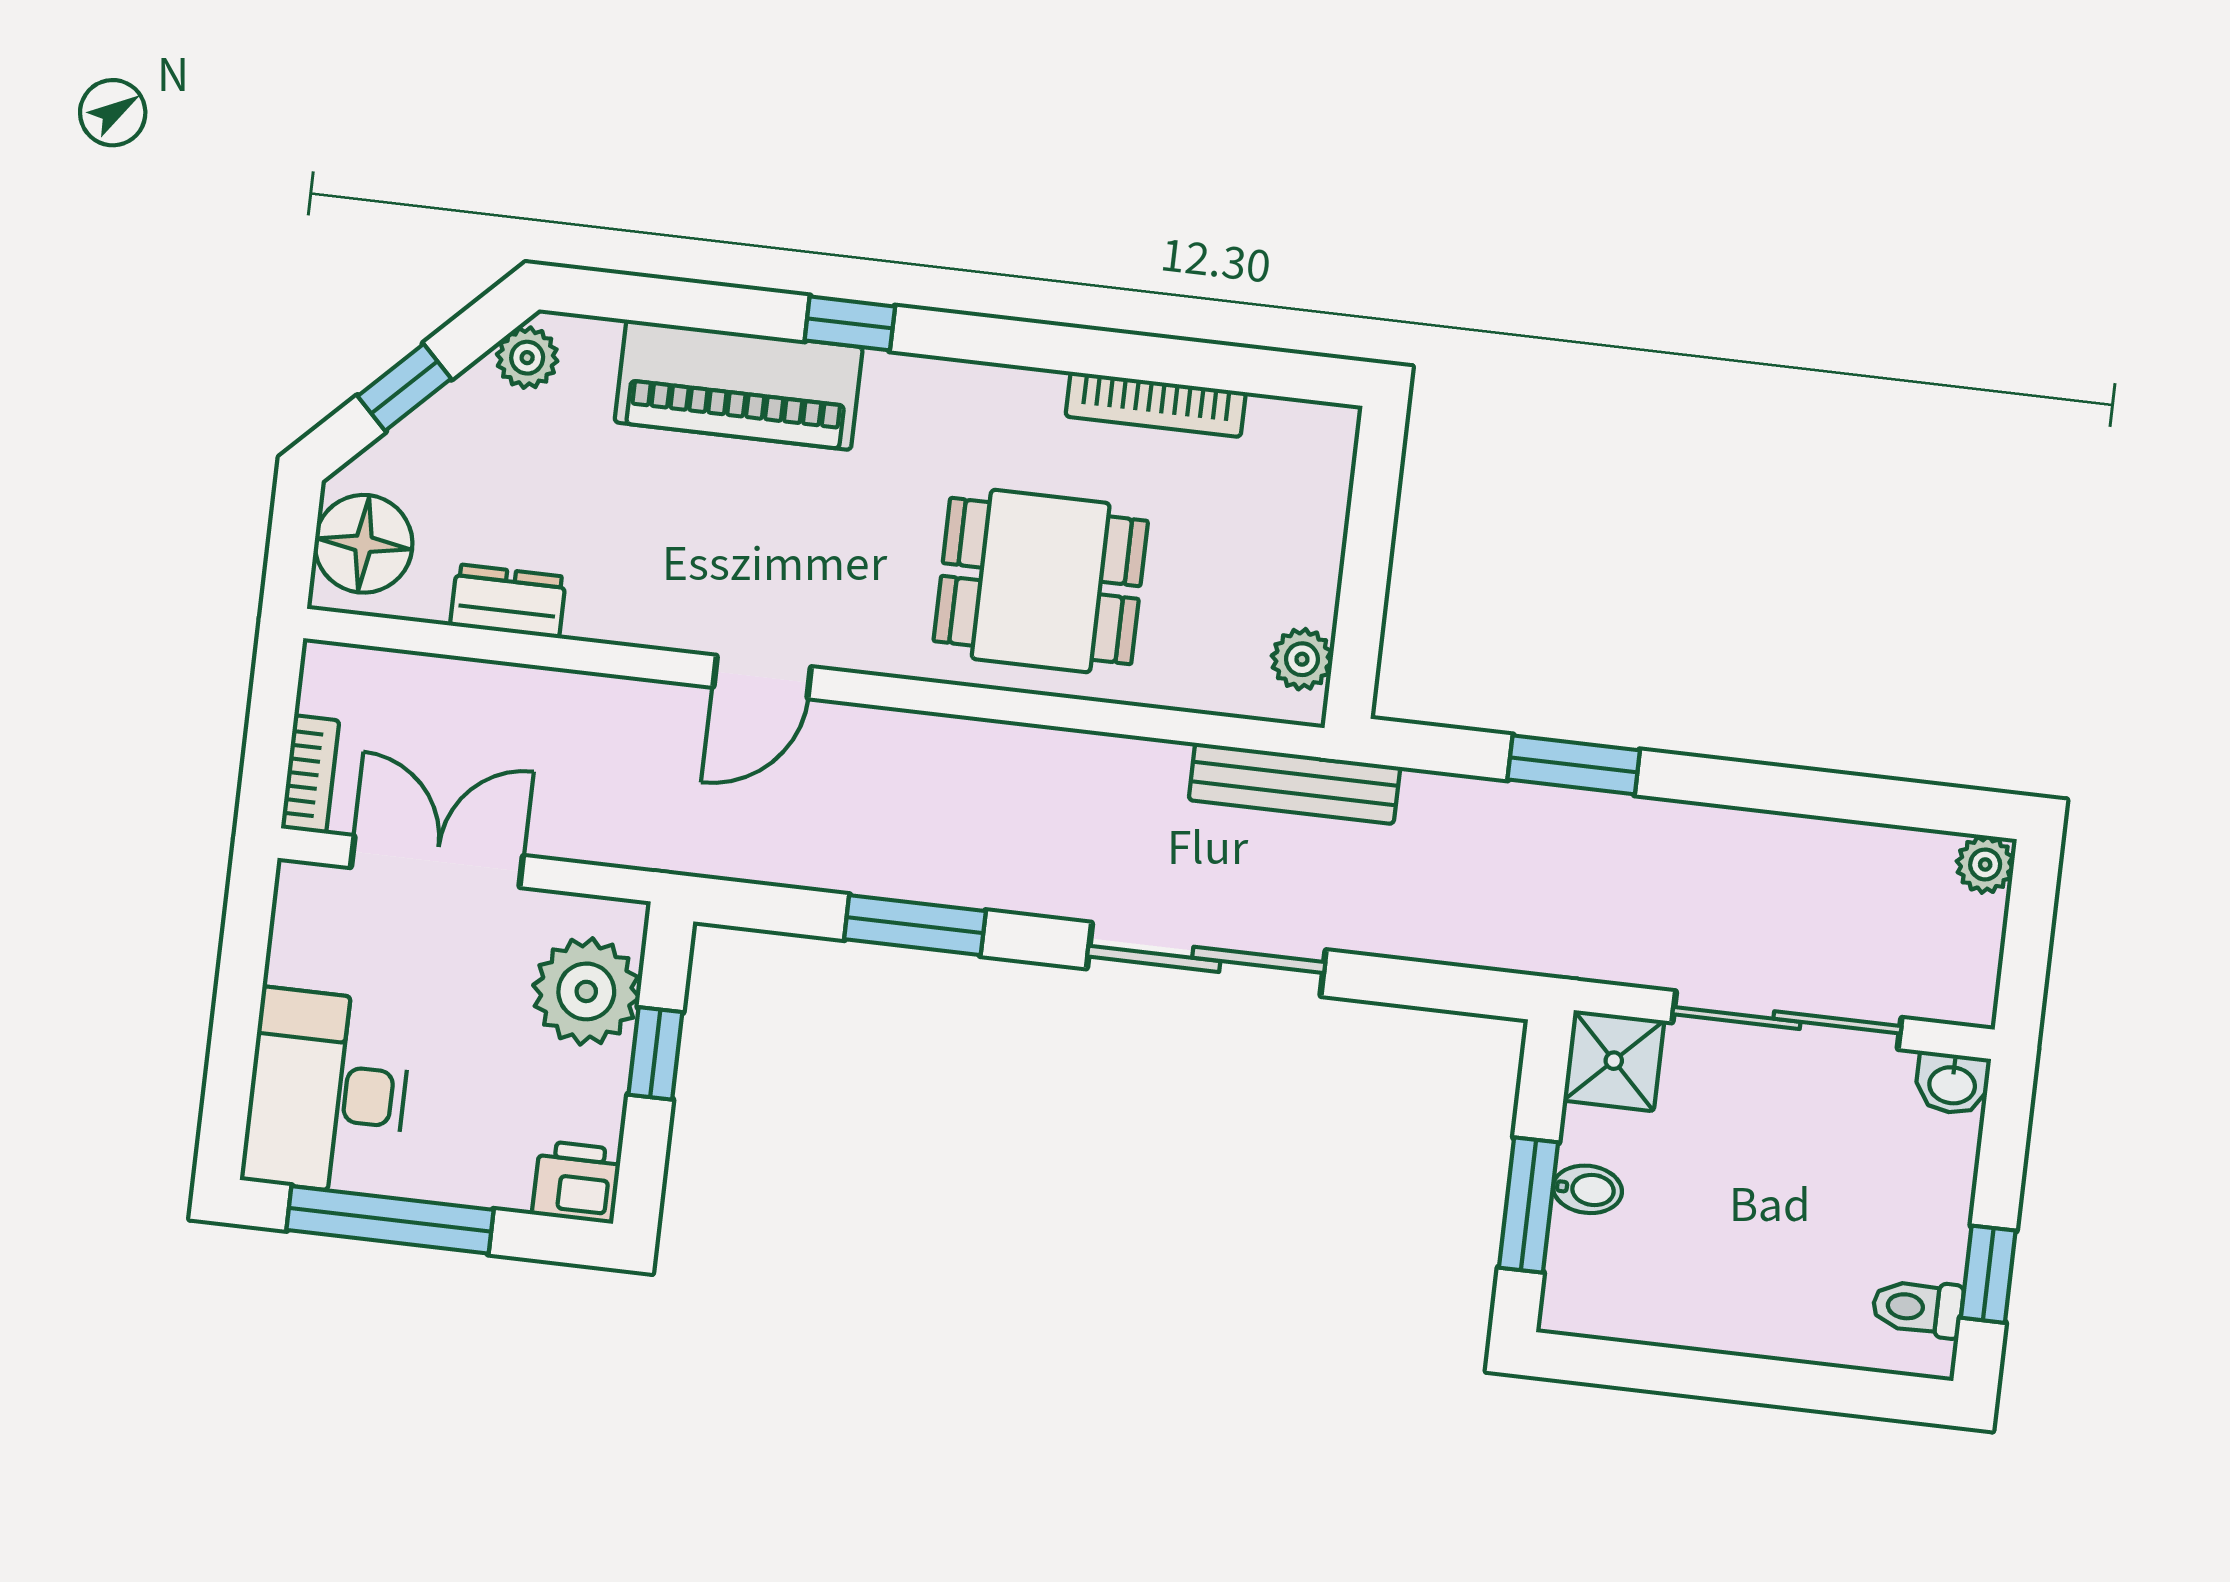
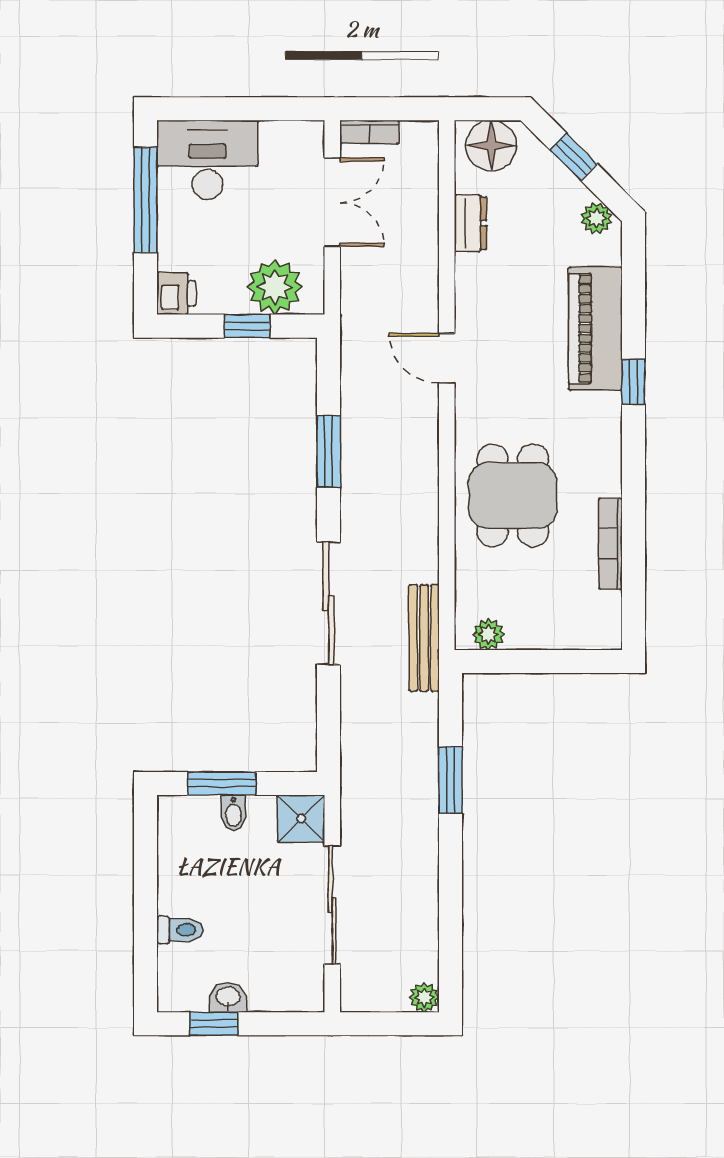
washbasin: (1952, 1084) -> (228, 997), moved, turned 90
toilet: (1918, 1308) -> (180, 930), moved, turned 90

